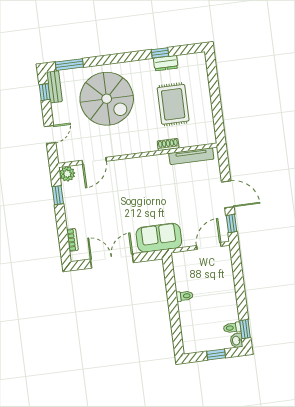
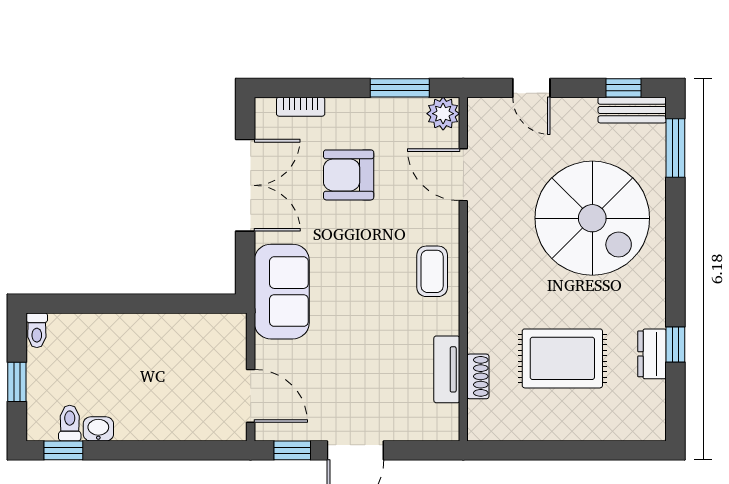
spiral stairs: (107, 99) -> (592, 218), turned -90
shoe rack: (168, 145) -> (478, 376), moved
tv unit: (191, 156) -> (447, 369), width x0.71
coffee table: (141, 169) -> (432, 271), added
window: (58, 195) -> (400, 88), width x1.50
armchair: (101, 214) -> (349, 175), added
toilet: (184, 296) -> (37, 330), moved
washbasin: (236, 341) -> (98, 429), moved

